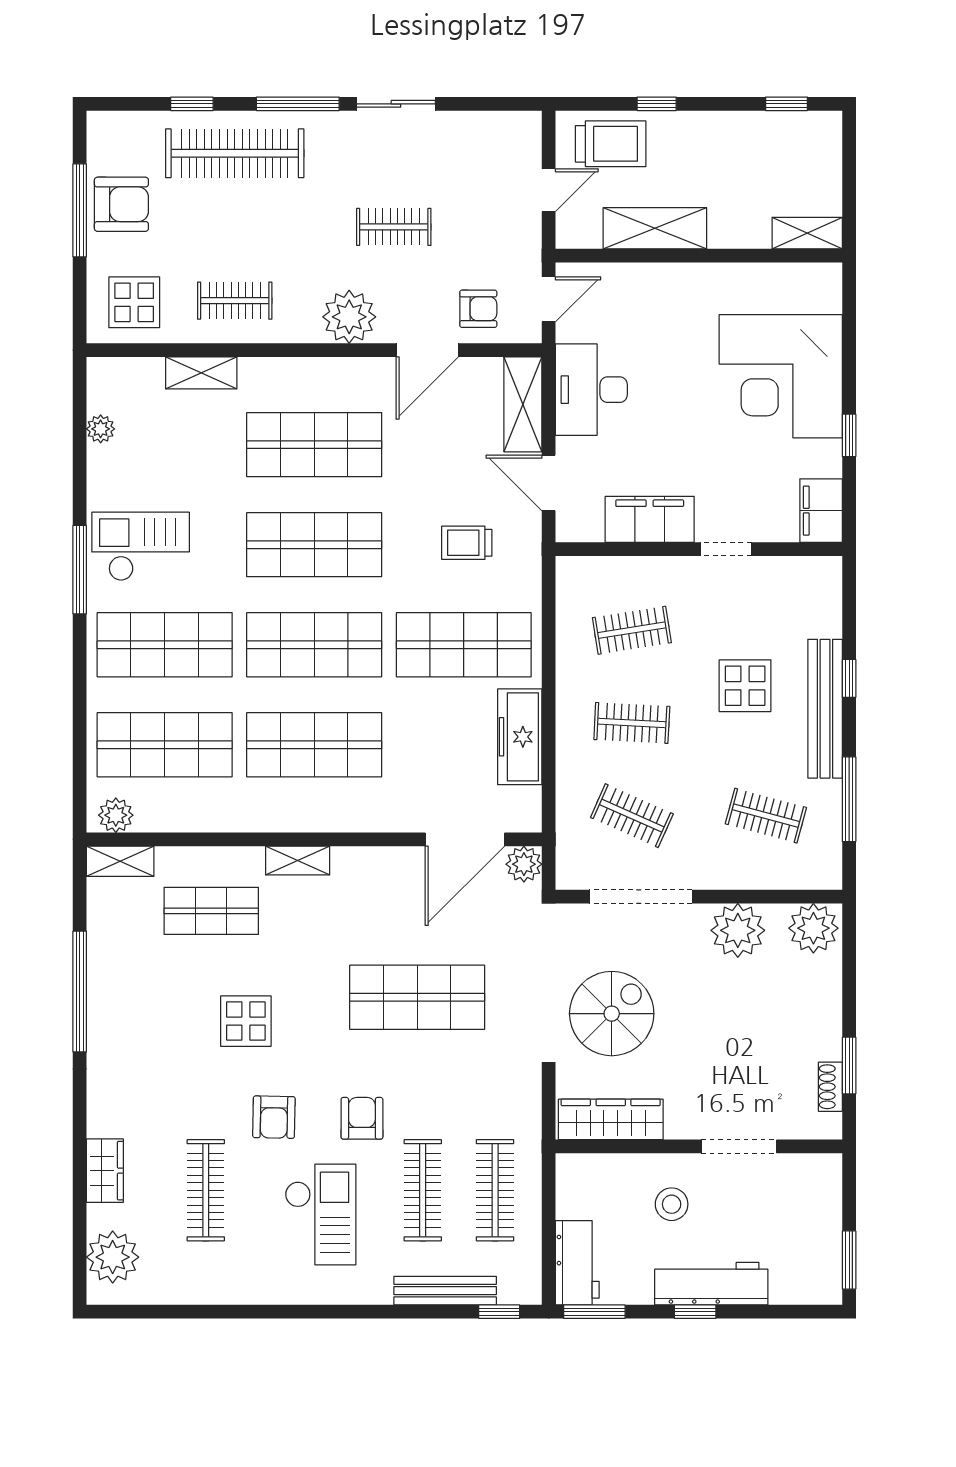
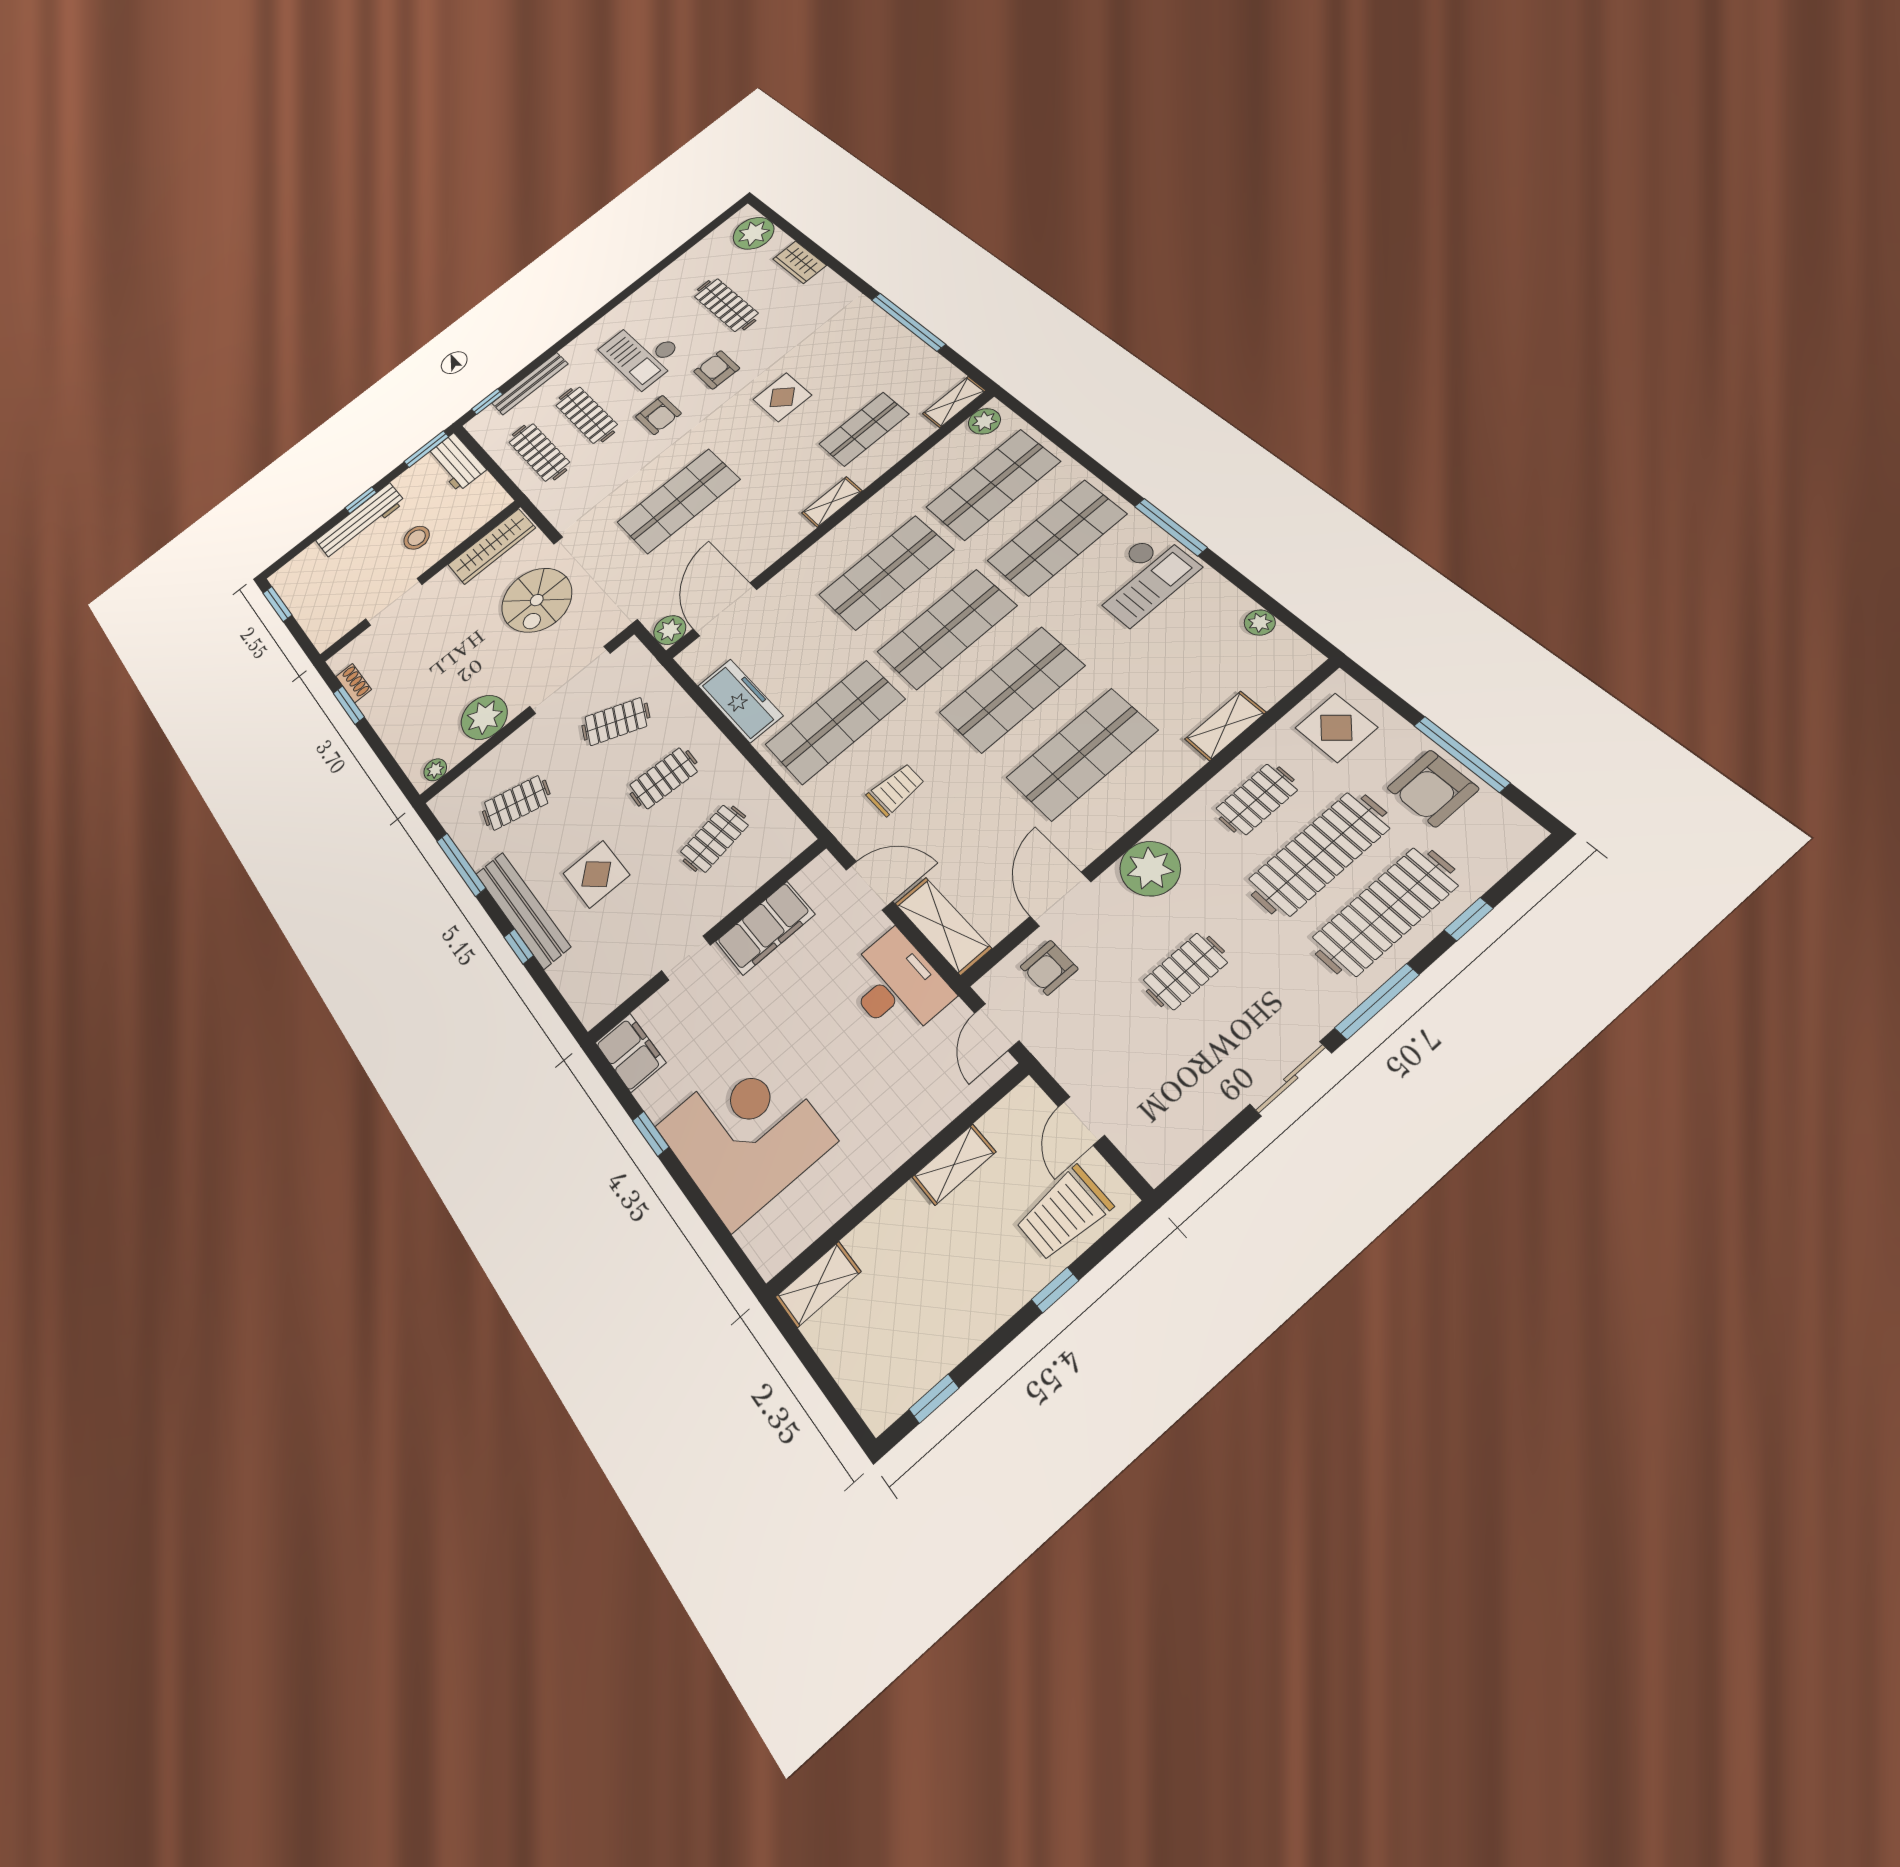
clothes rail: (235, 227) -> (1319, 854), added
shelving: (655, 228) -> (954, 1165), width x0.67, depth x0.75
plant: (813, 928) -> (435, 770), width x0.53, depth x0.53

